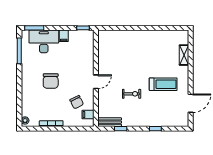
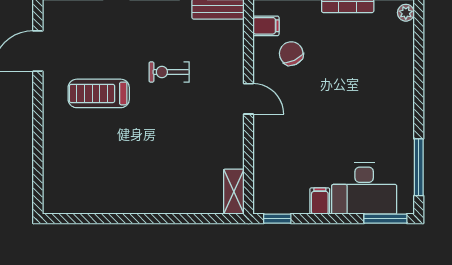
shelving: (184, 55) -> (234, 192), moved
chair: (51, 81) -> (349, 101), removed
door: (96, 82) -> (249, 99), swing flipped

